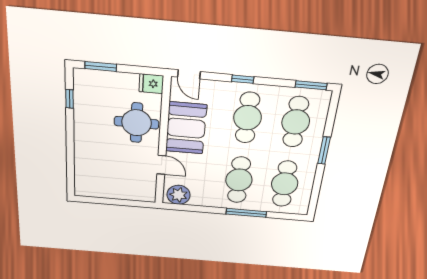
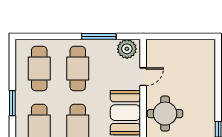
door: (161, 165) -> (143, 77), swing flipped
window: (246, 213) -> (99, 36), moved

